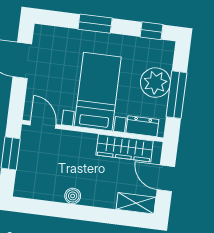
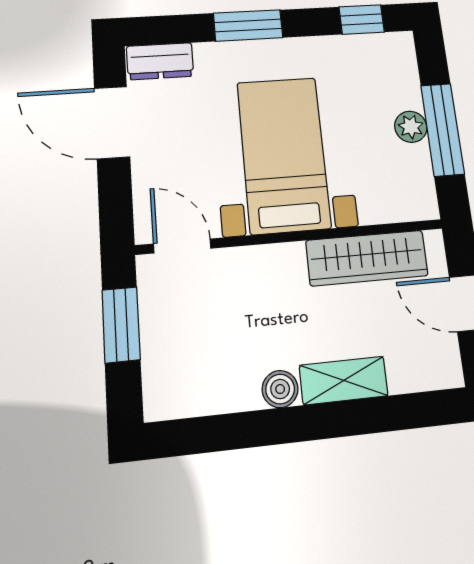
plant: (155, 83) -> (411, 127), width x0.53, depth x0.53
dresser: (142, 126) -> (160, 61), moved, turned 180
shelving: (136, 203) -> (344, 380), moved

